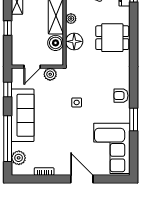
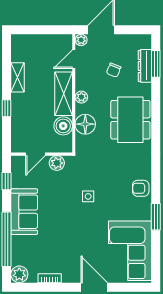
dining table: (112, 38) -> (130, 120), width x1.38
sofa: (23, 115) -> (24, 212), width x0.73
plant: (19, 158) -> (19, 274), moved

